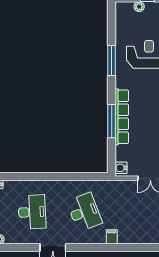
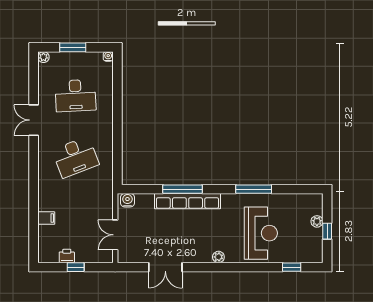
filing cabinet: (112, 237) -> (46, 218), moved

